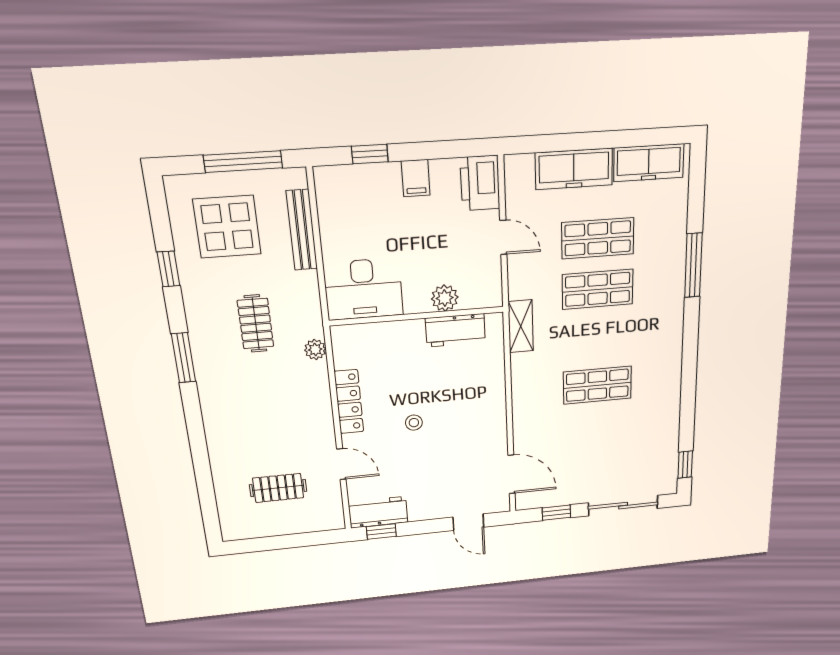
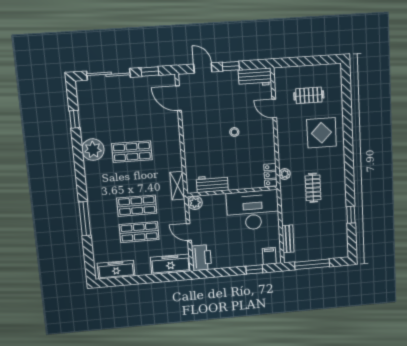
freezer: (574, 169) -> (170, 264), moved
filing cabinet: (416, 178) -> (269, 256), moved
display table: (227, 227) -> (322, 133), moved
bench: (302, 230) -> (288, 239), width x0.73
desk: (363, 289) -> (253, 210), width x1.36, depth x1.30
plant: (445, 298) -> (195, 203), moved
window: (184, 358) -> (349, 170), removed
plant: (663, 387) -> (93, 150), added
locker: (349, 402) -> (270, 175), moved, width x0.66
window: (685, 465) -> (74, 119), moved
window: (381, 531) -> (231, 66), moved

